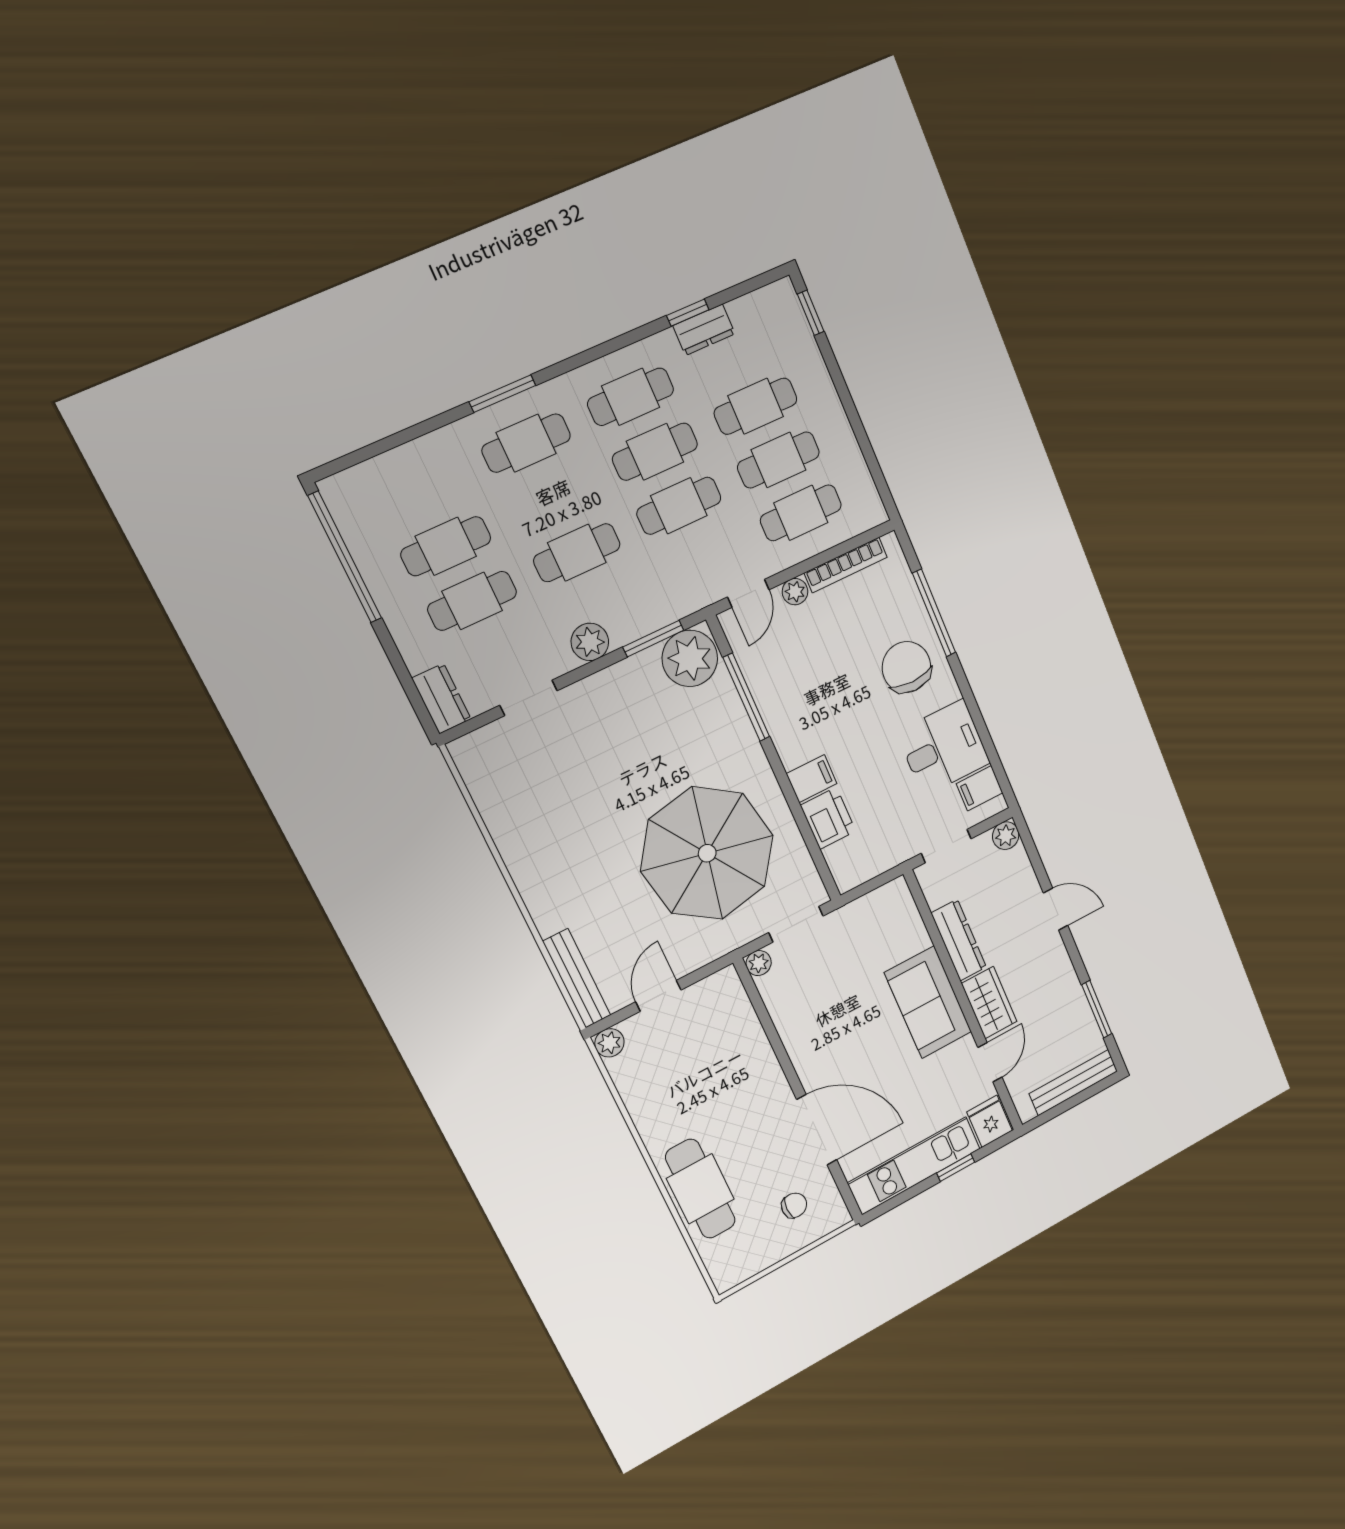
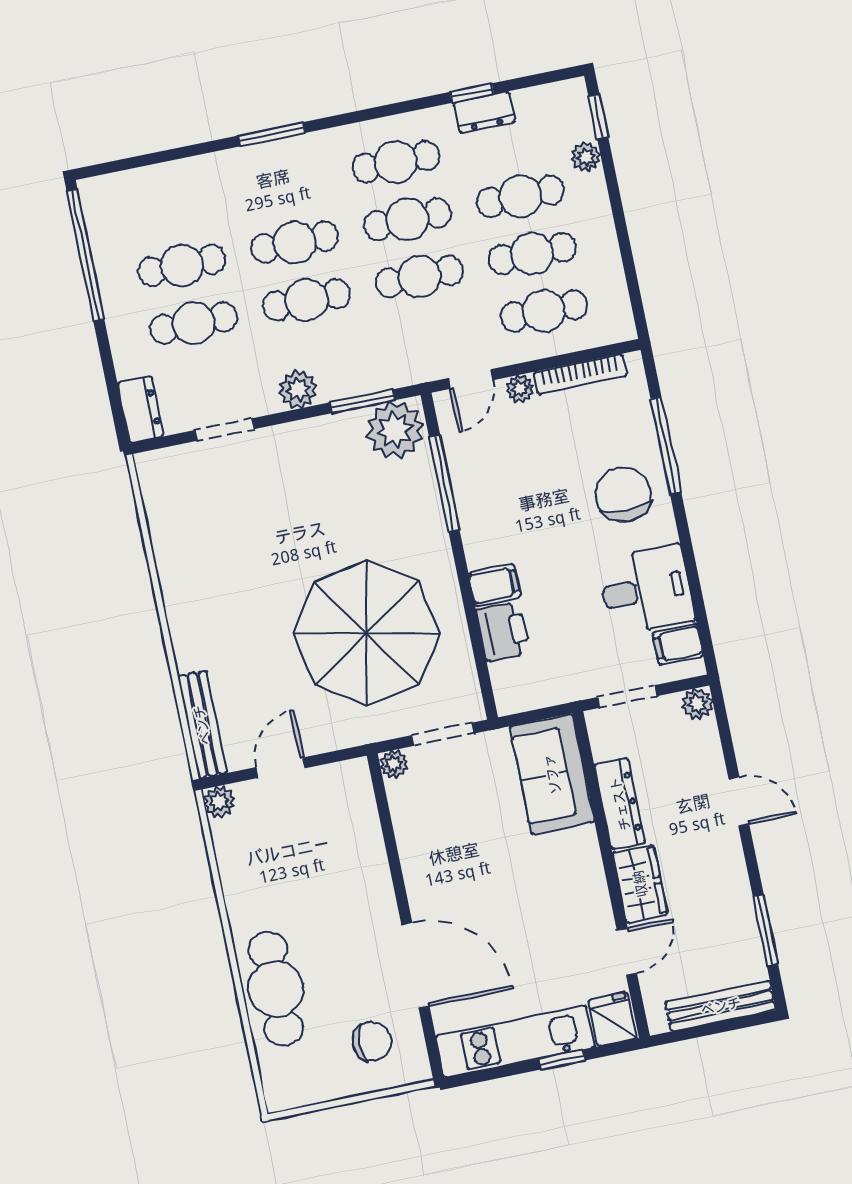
plant: (808, 355) -> (586, 157), added
cafe table: (526, 443) -> (295, 242), moved
sofa: (928, 1002) -> (552, 774), moved
chair: (794, 1205) -> (372, 1041), width x1.37, depth x1.37

